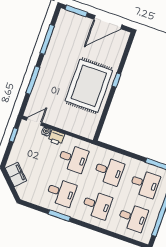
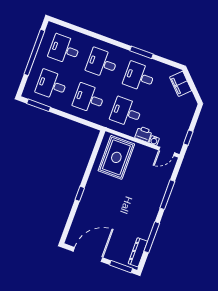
dresser: (60, 25) -> (138, 252), added
rug: (89, 86) -> (116, 157), moved, width x0.73, depth x0.69
filing cabinet: (16, 174) -> (181, 84), moved

